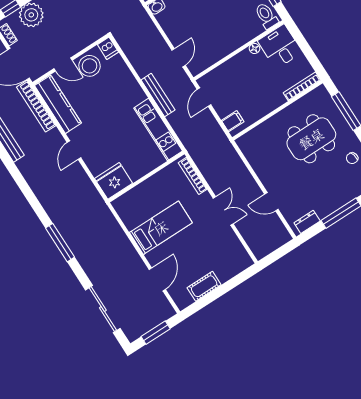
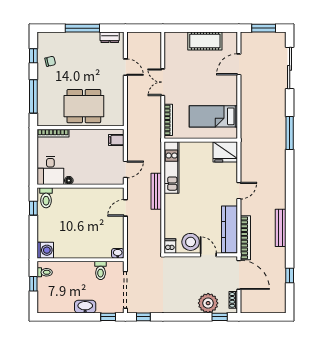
dining table: (311, 139) -> (84, 106), moved
bed: (161, 228) -> (213, 116), moved
cot: (204, 286) -> (205, 41), width x1.37, depth x1.34

